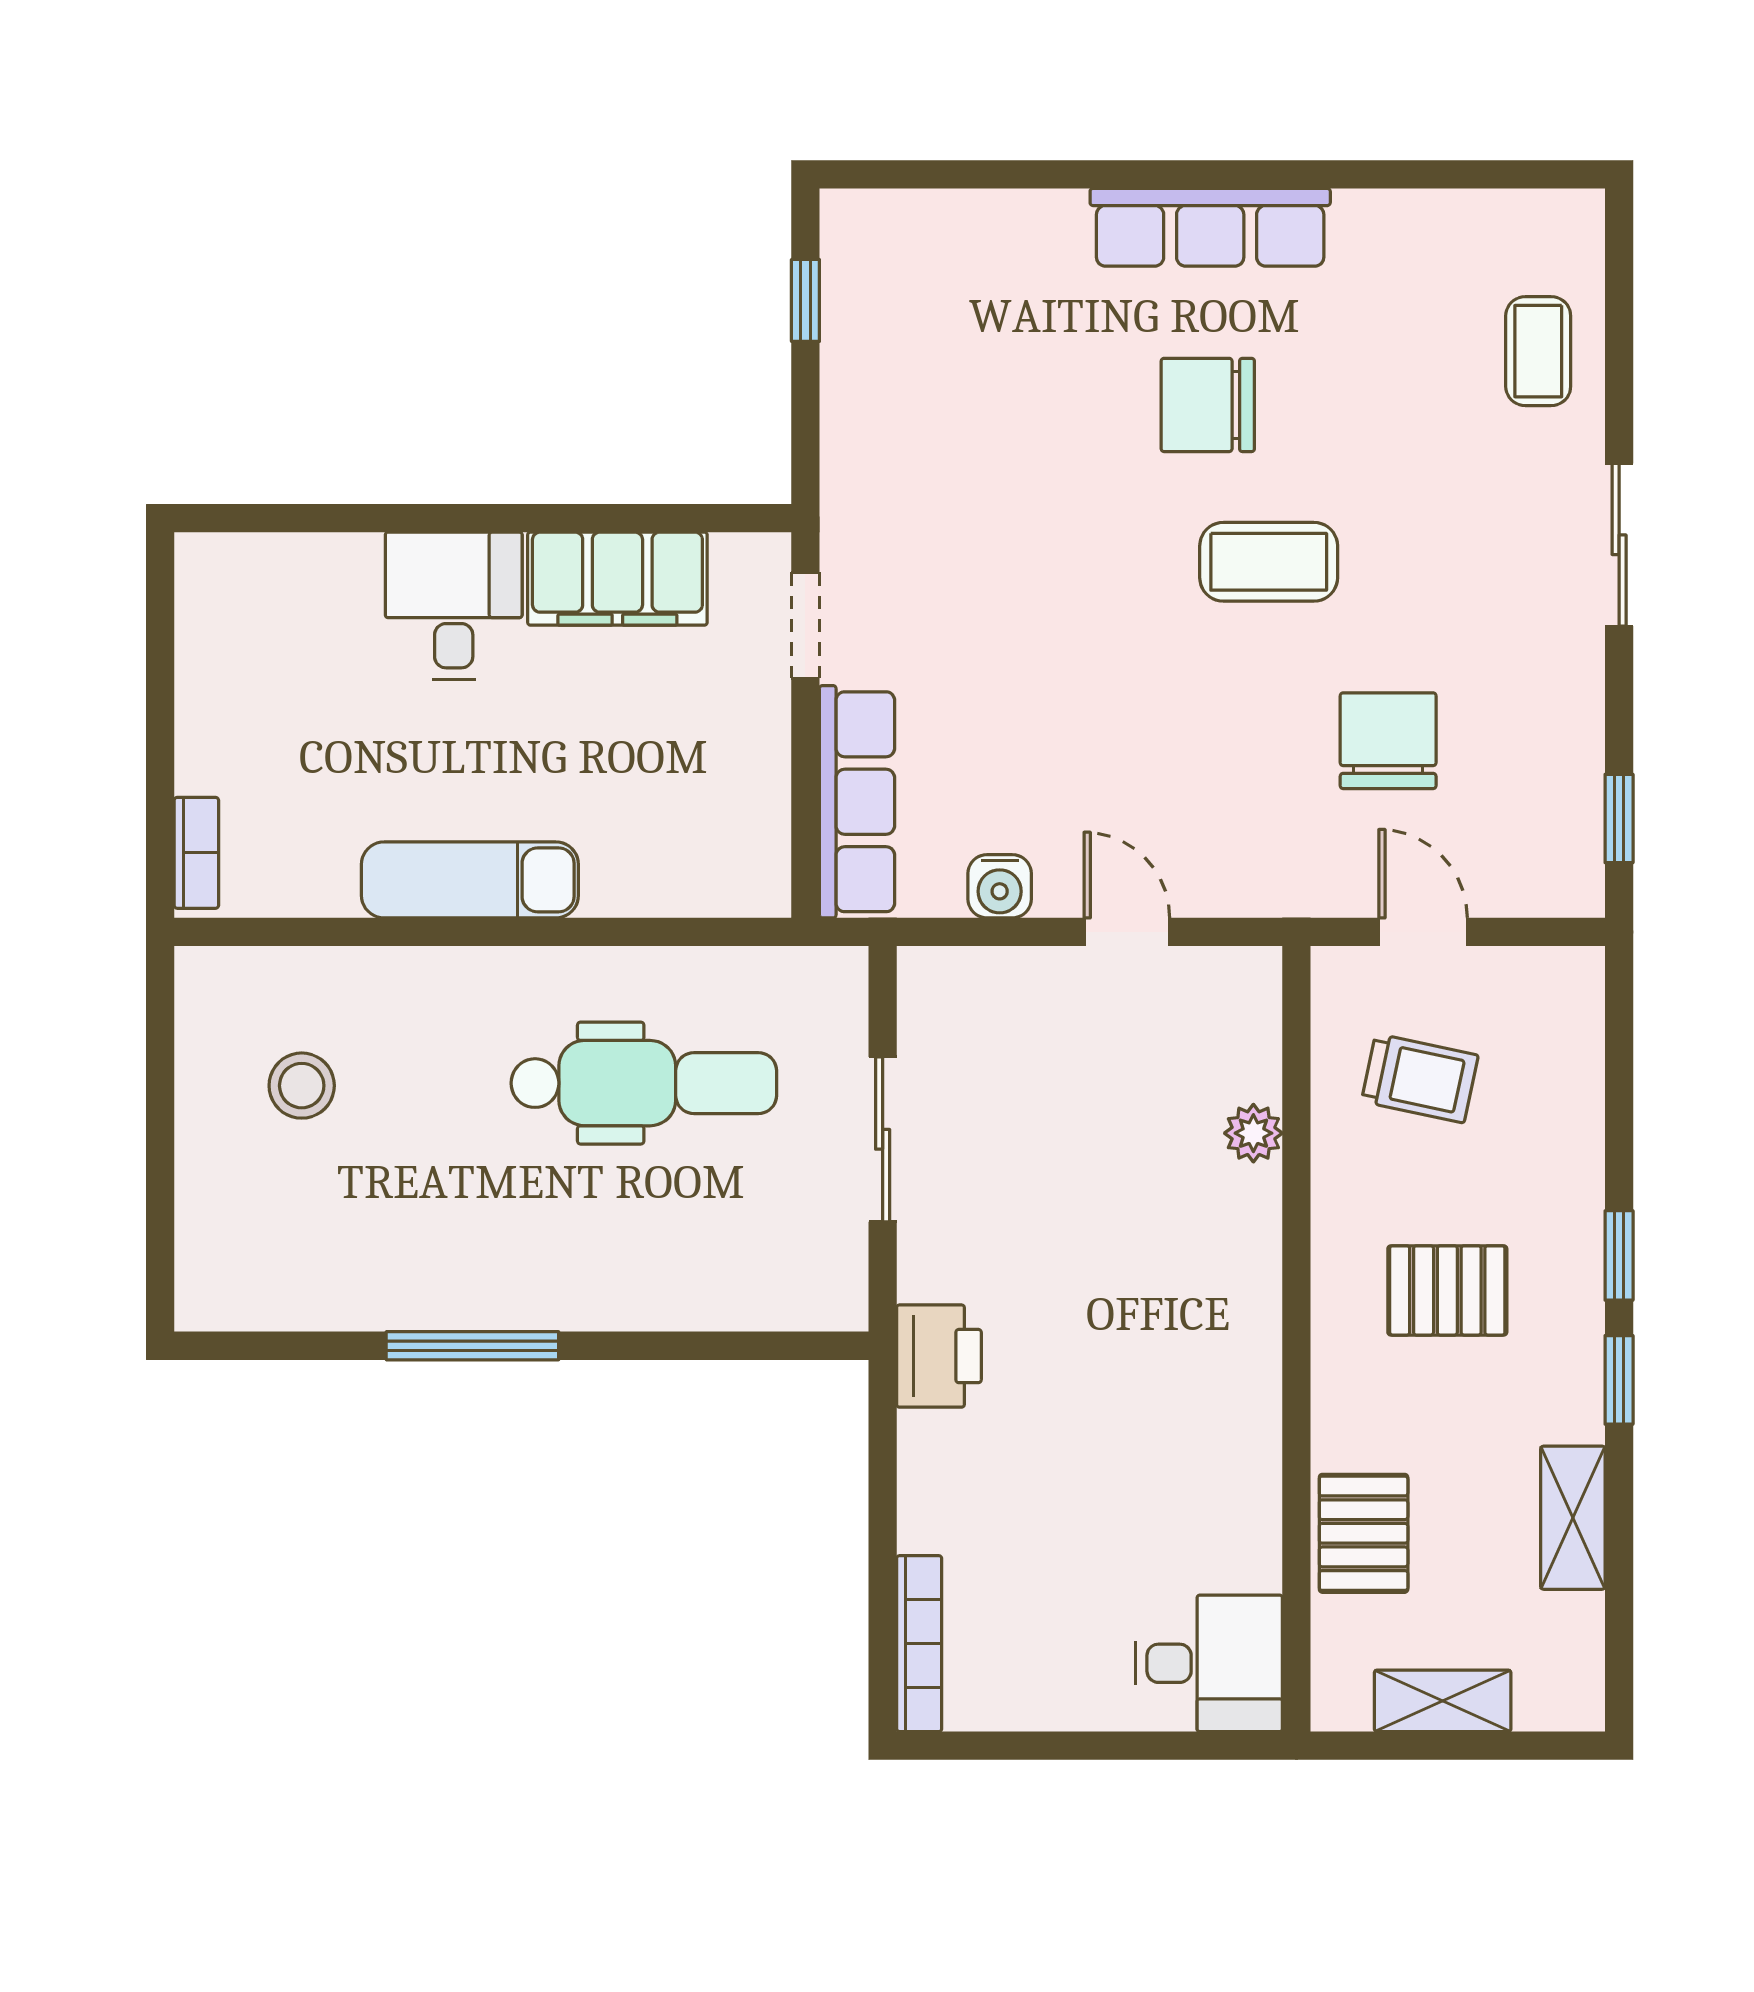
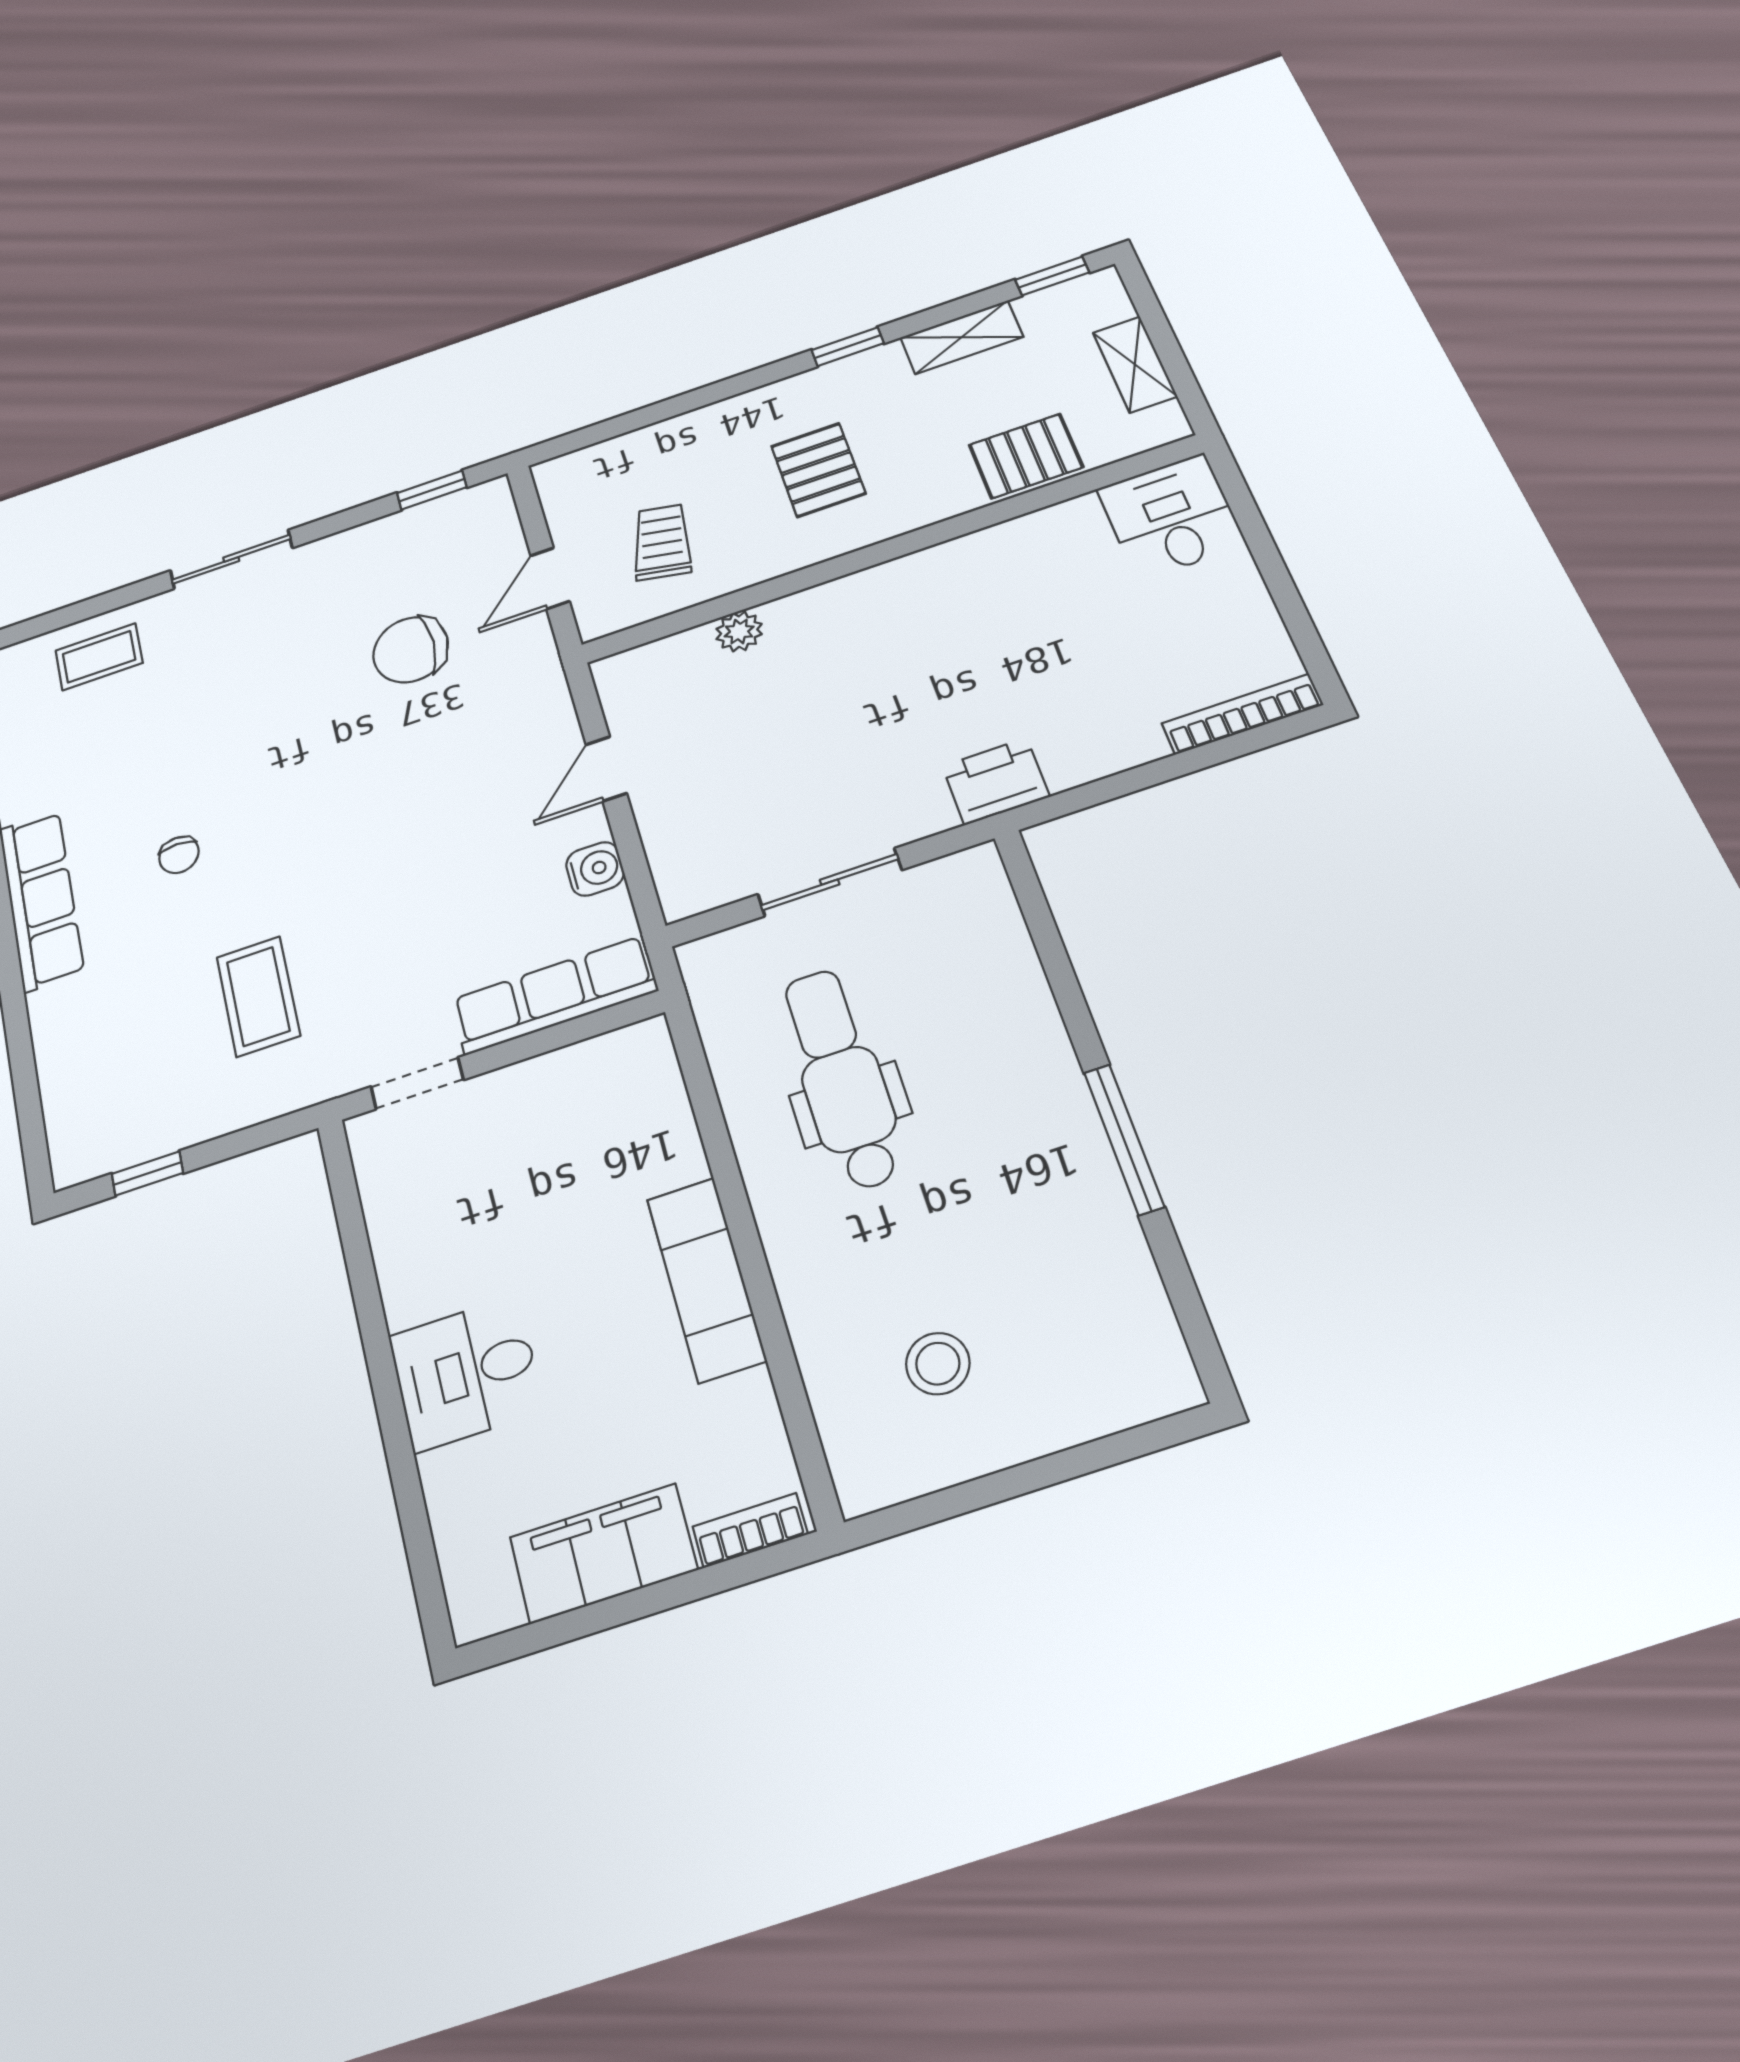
chair: (1208, 405) -> (179, 855), width x0.54, depth x0.54
coffee table: (1269, 562) -> (258, 996), moved
filing cabinet: (617, 579) -> (603, 1553), moved, turned -90
window: (1619, 1255) -> (1052, 276), moved

